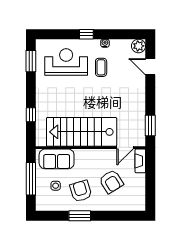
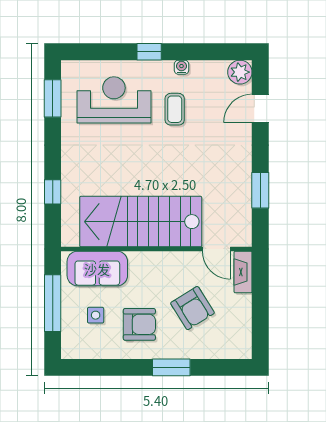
door: (150, 67) -> (260, 108), hinge flipped
window: (150, 125) -> (260, 190), moved
door: (125, 148) -> (216, 249), hinge flipped
armchair: (81, 191) -> (139, 324), turned 107
window: (80, 216) -> (171, 367), moved

